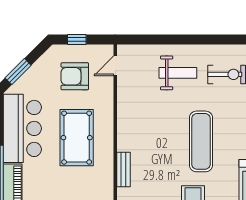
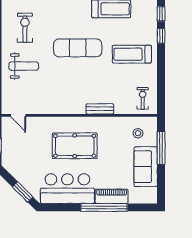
weight bench: (178, 73) -> (24, 66), turned 90
armchair: (75, 76) -> (26, 147), removed

